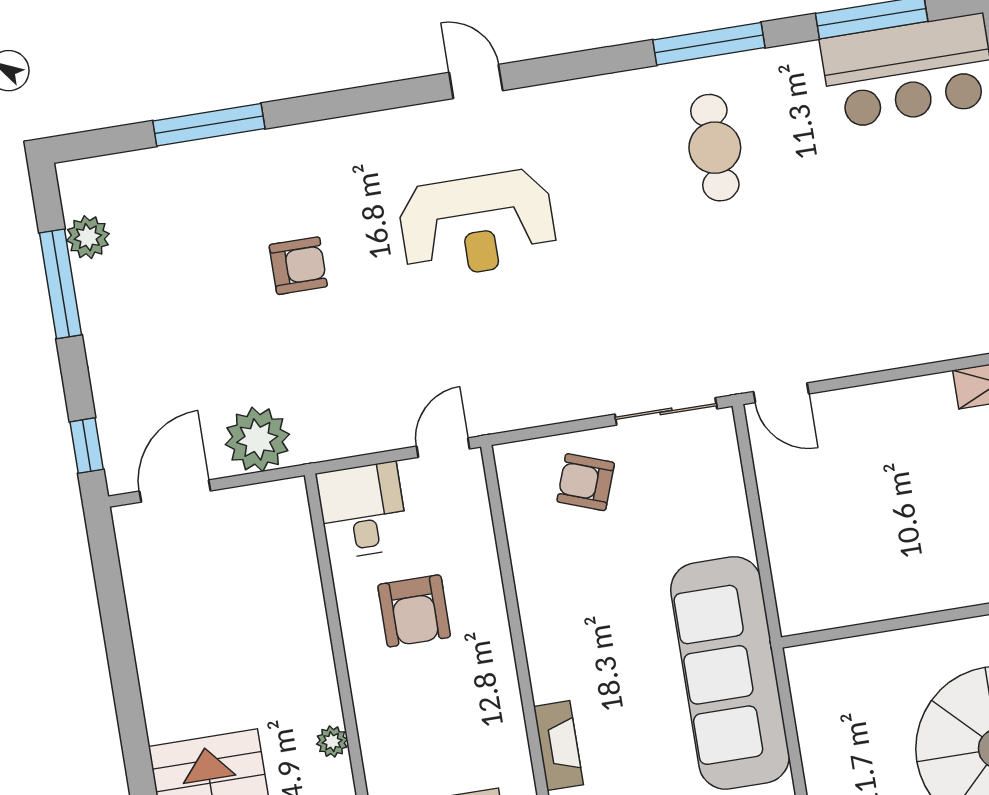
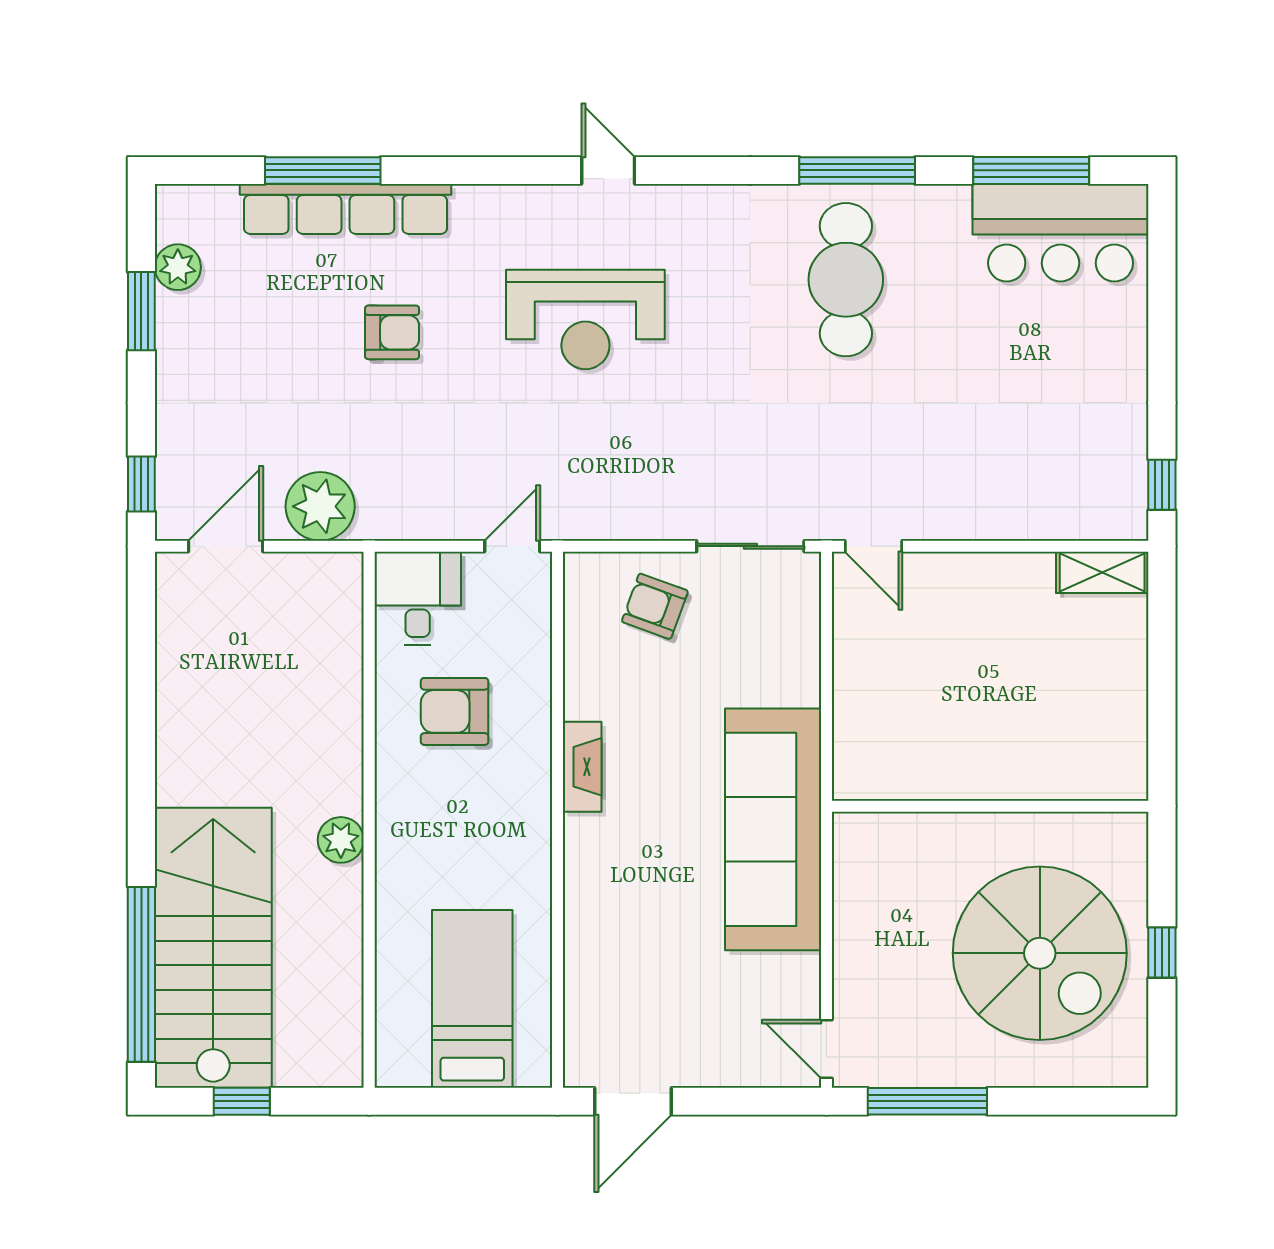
cafe table: (715, 148) -> (846, 280), width x1.37, depth x1.35
row of seats: (236, 157) -> (345, 209), added
window: (60, 284) -> (141, 311), width x0.69
armchair: (414, 611) -> (455, 711), turned 90
plant: (332, 742) -> (341, 840), width x1.38, depth x1.38
fireplace: (558, 746) -> (582, 767), moved

